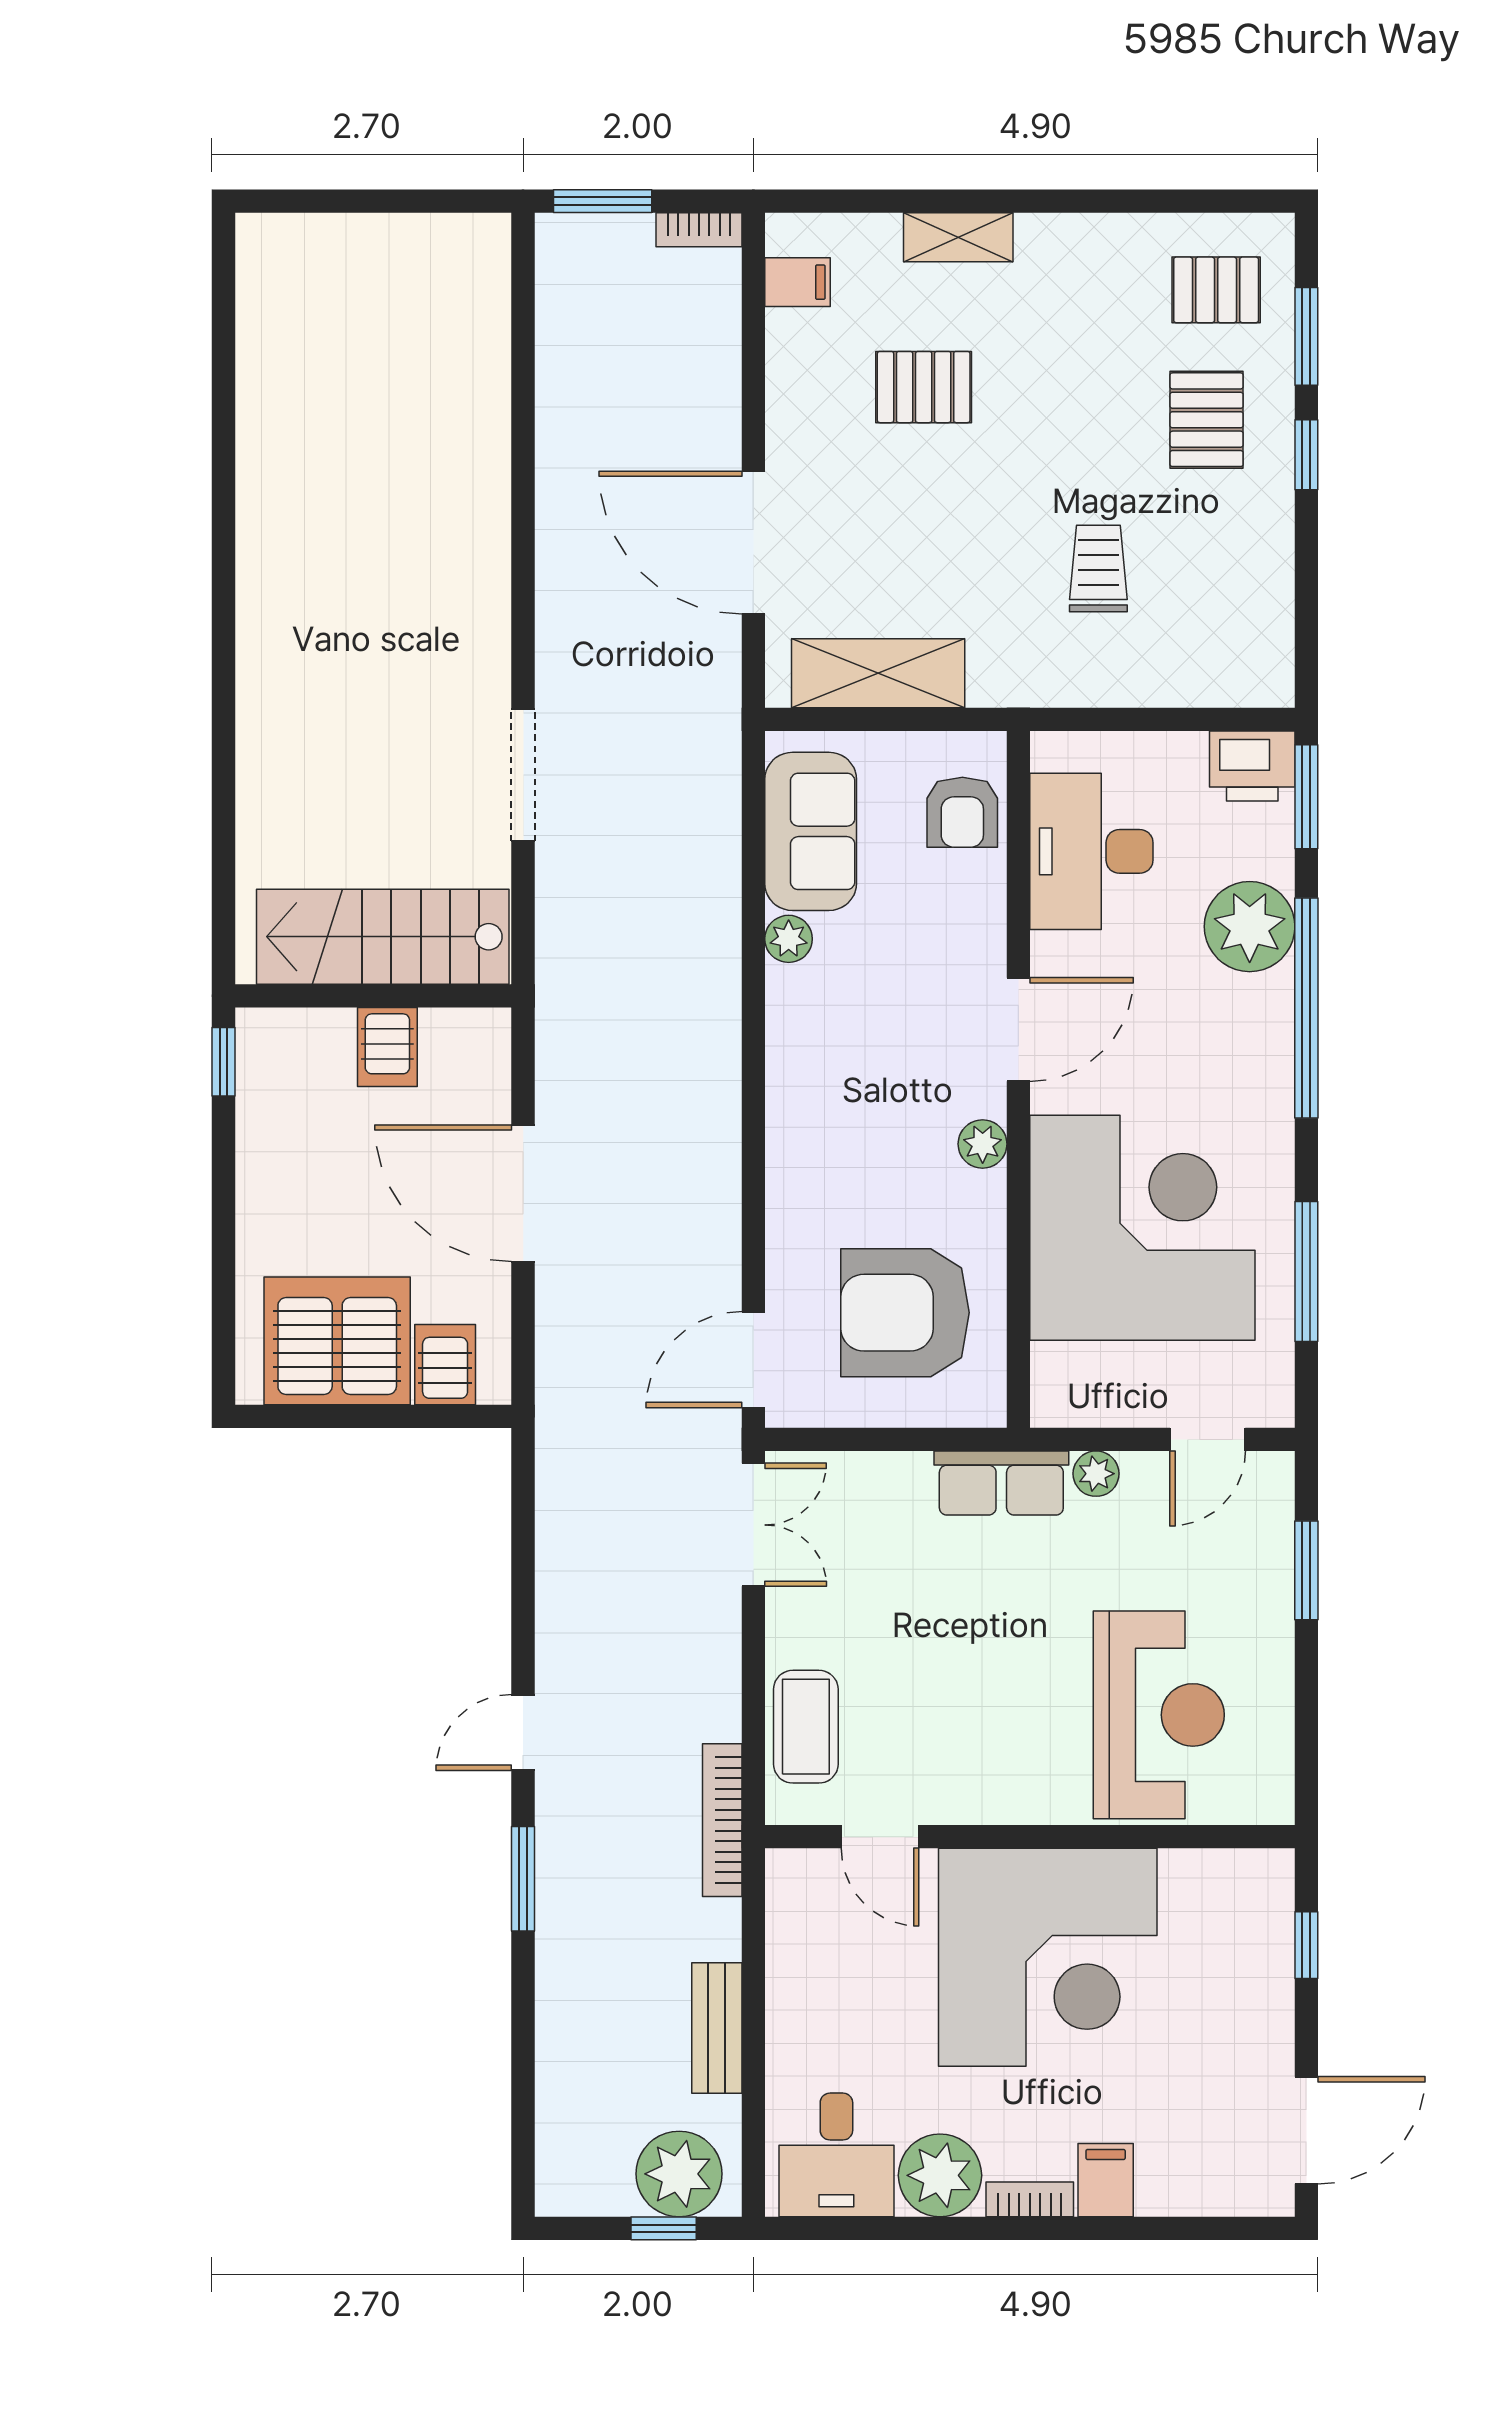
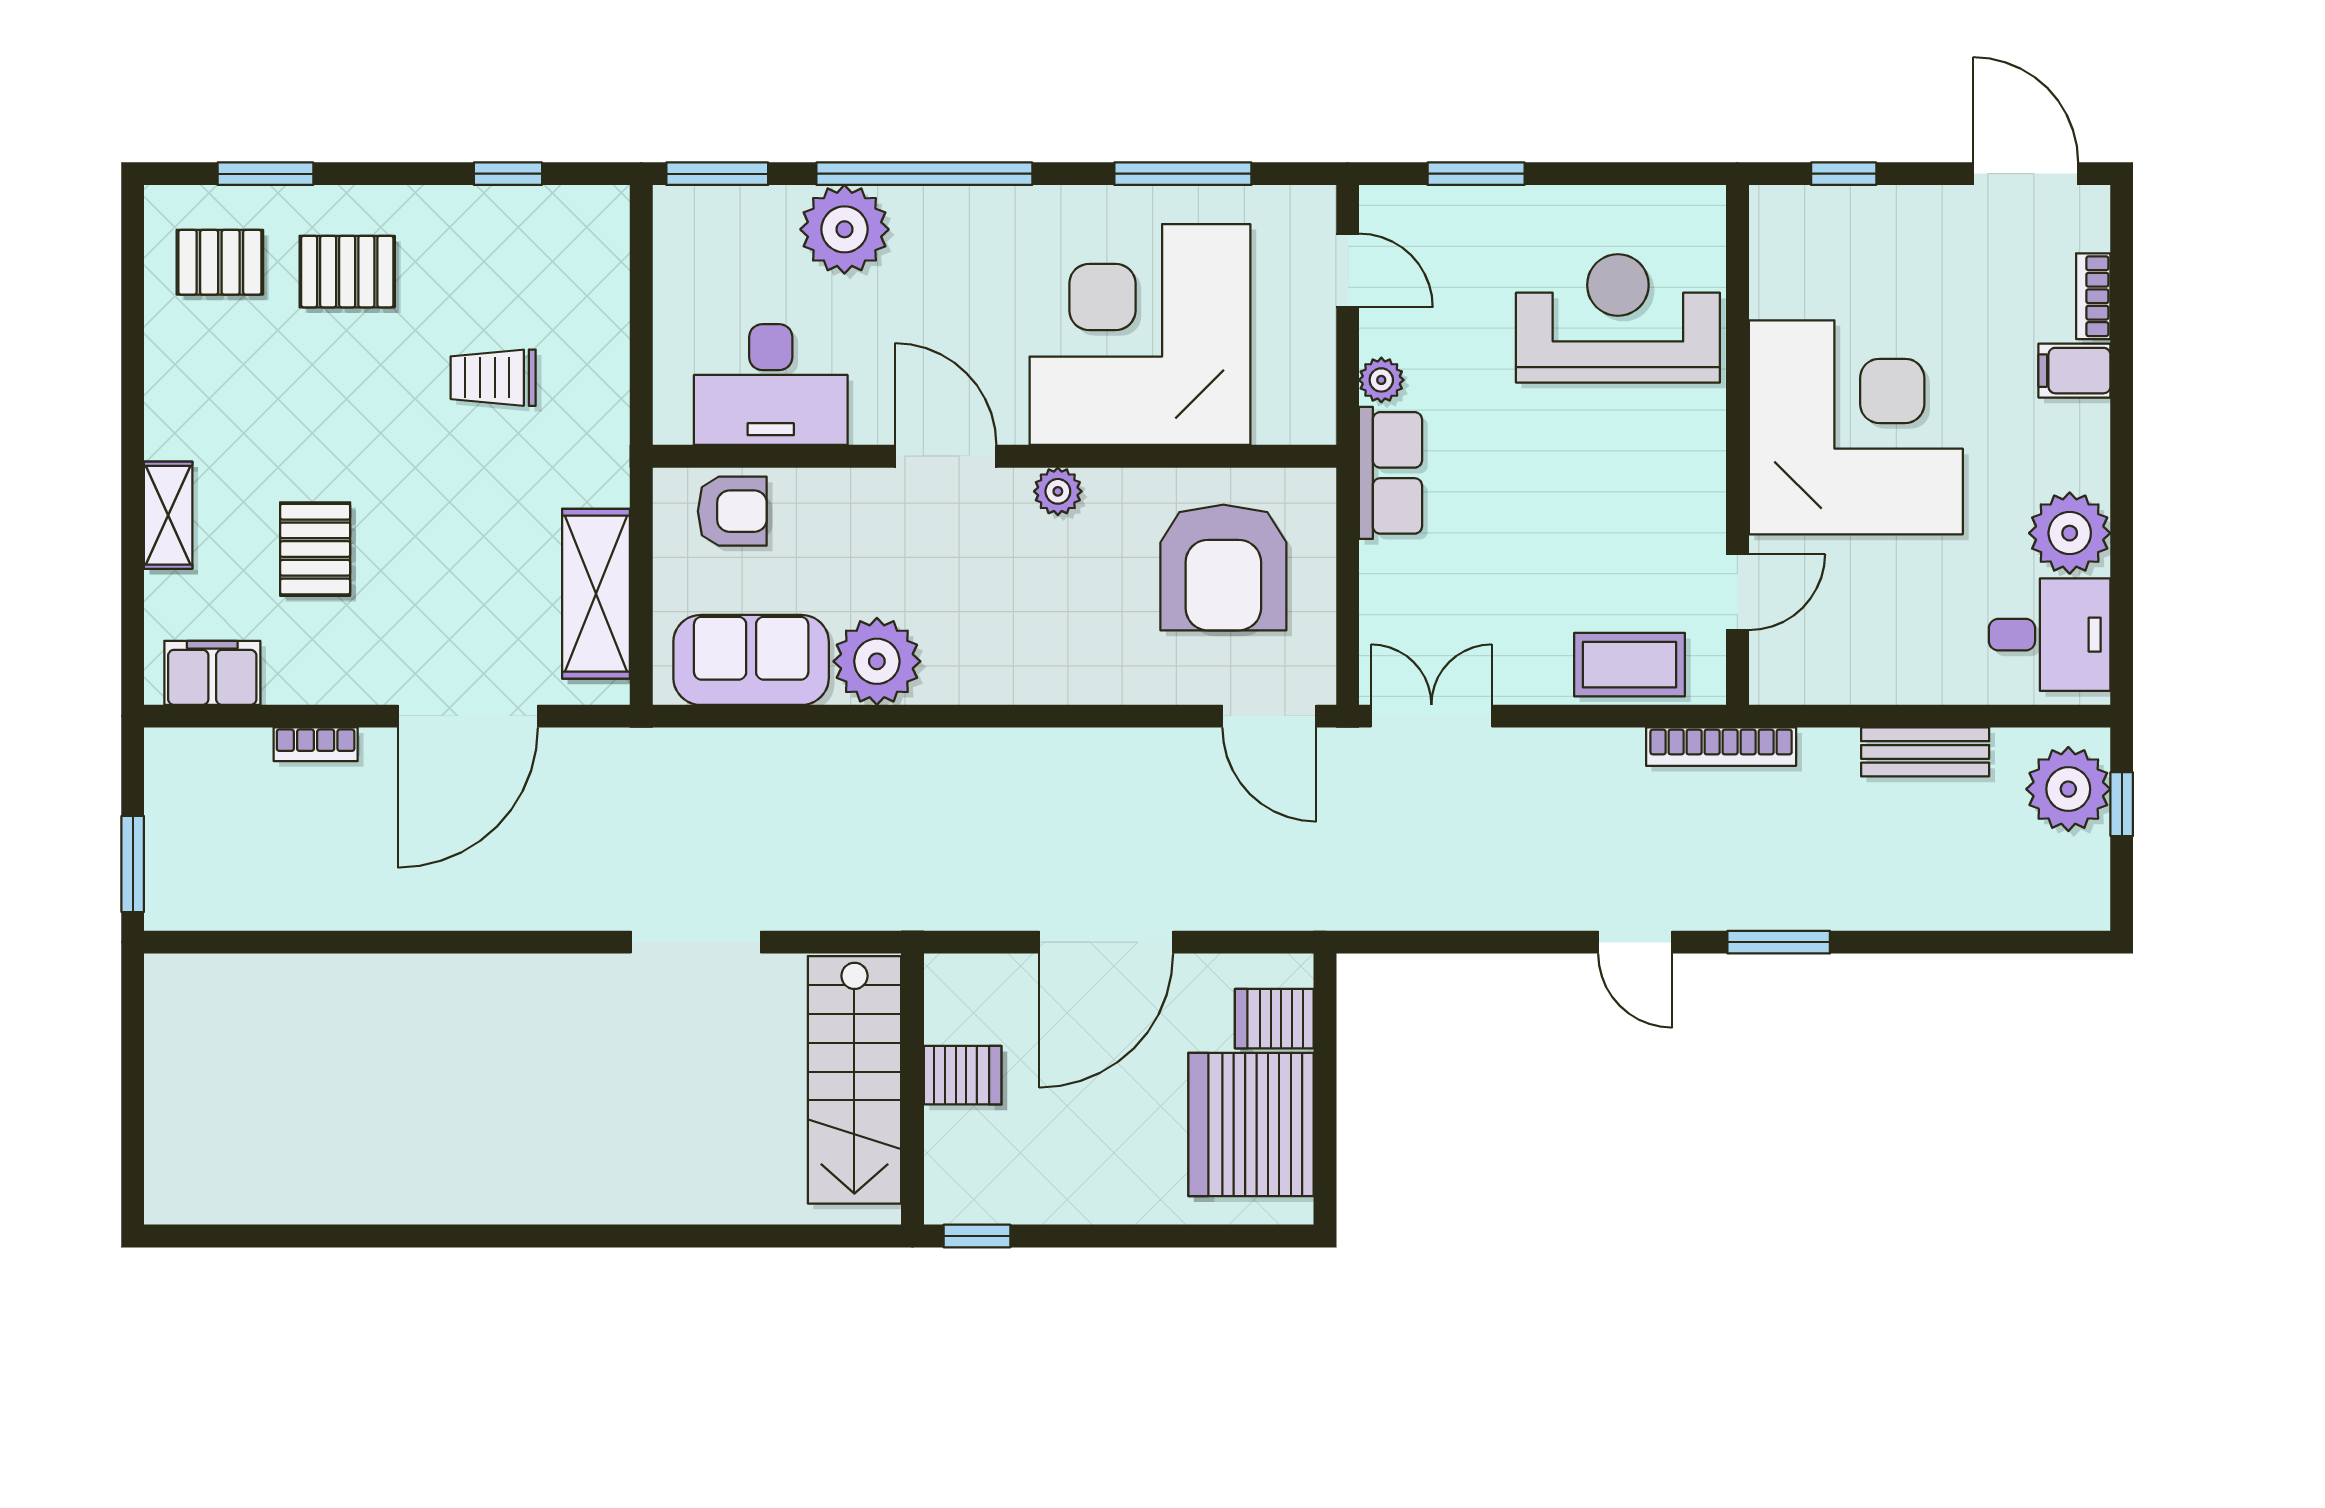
bookcase: (699, 230) -> (316, 744), moved, turned 90
filing cabinet: (798, 282) -> (212, 673), width x2.00
pallet: (1216, 290) -> (220, 262), turned 90
window: (1306, 455) -> (508, 174), moved
printer: (1252, 766) -> (687, 227), removed
plant: (789, 939) -> (877, 661), width x1.87, depth x1.87
bookcase: (1030, 2199) -> (2093, 296), moved

